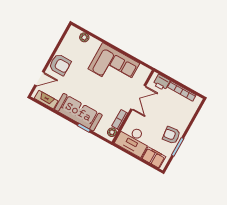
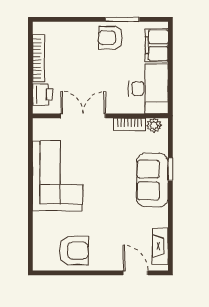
plant: (84, 37) -> (40, 242), removed
armchair: (60, 65) -> (74, 251), moved, turned 90
sofa: (78, 112) -> (152, 180), width x0.73
armchair: (171, 135) -> (110, 38), turned 97

